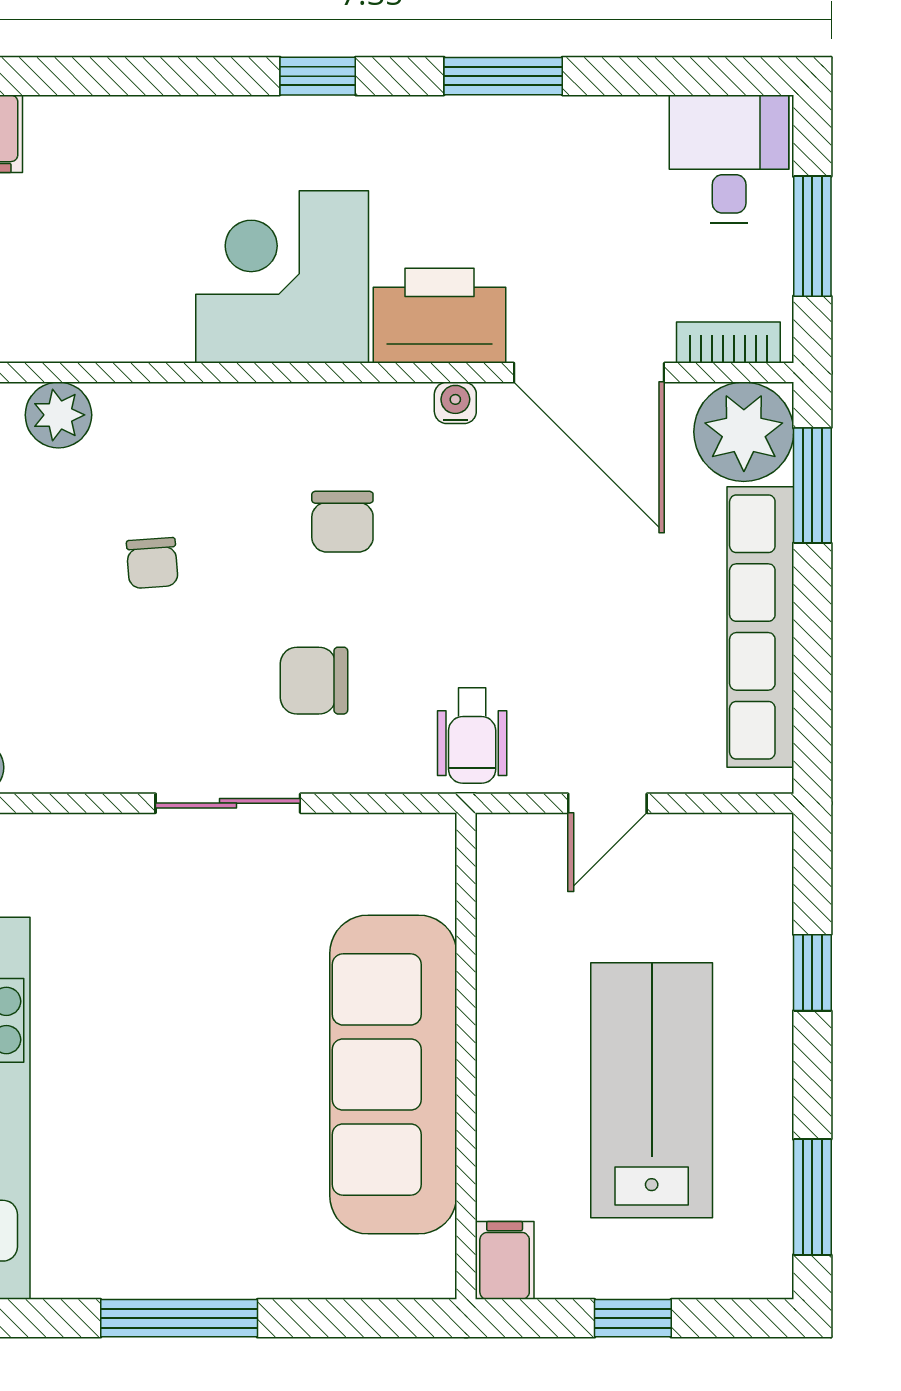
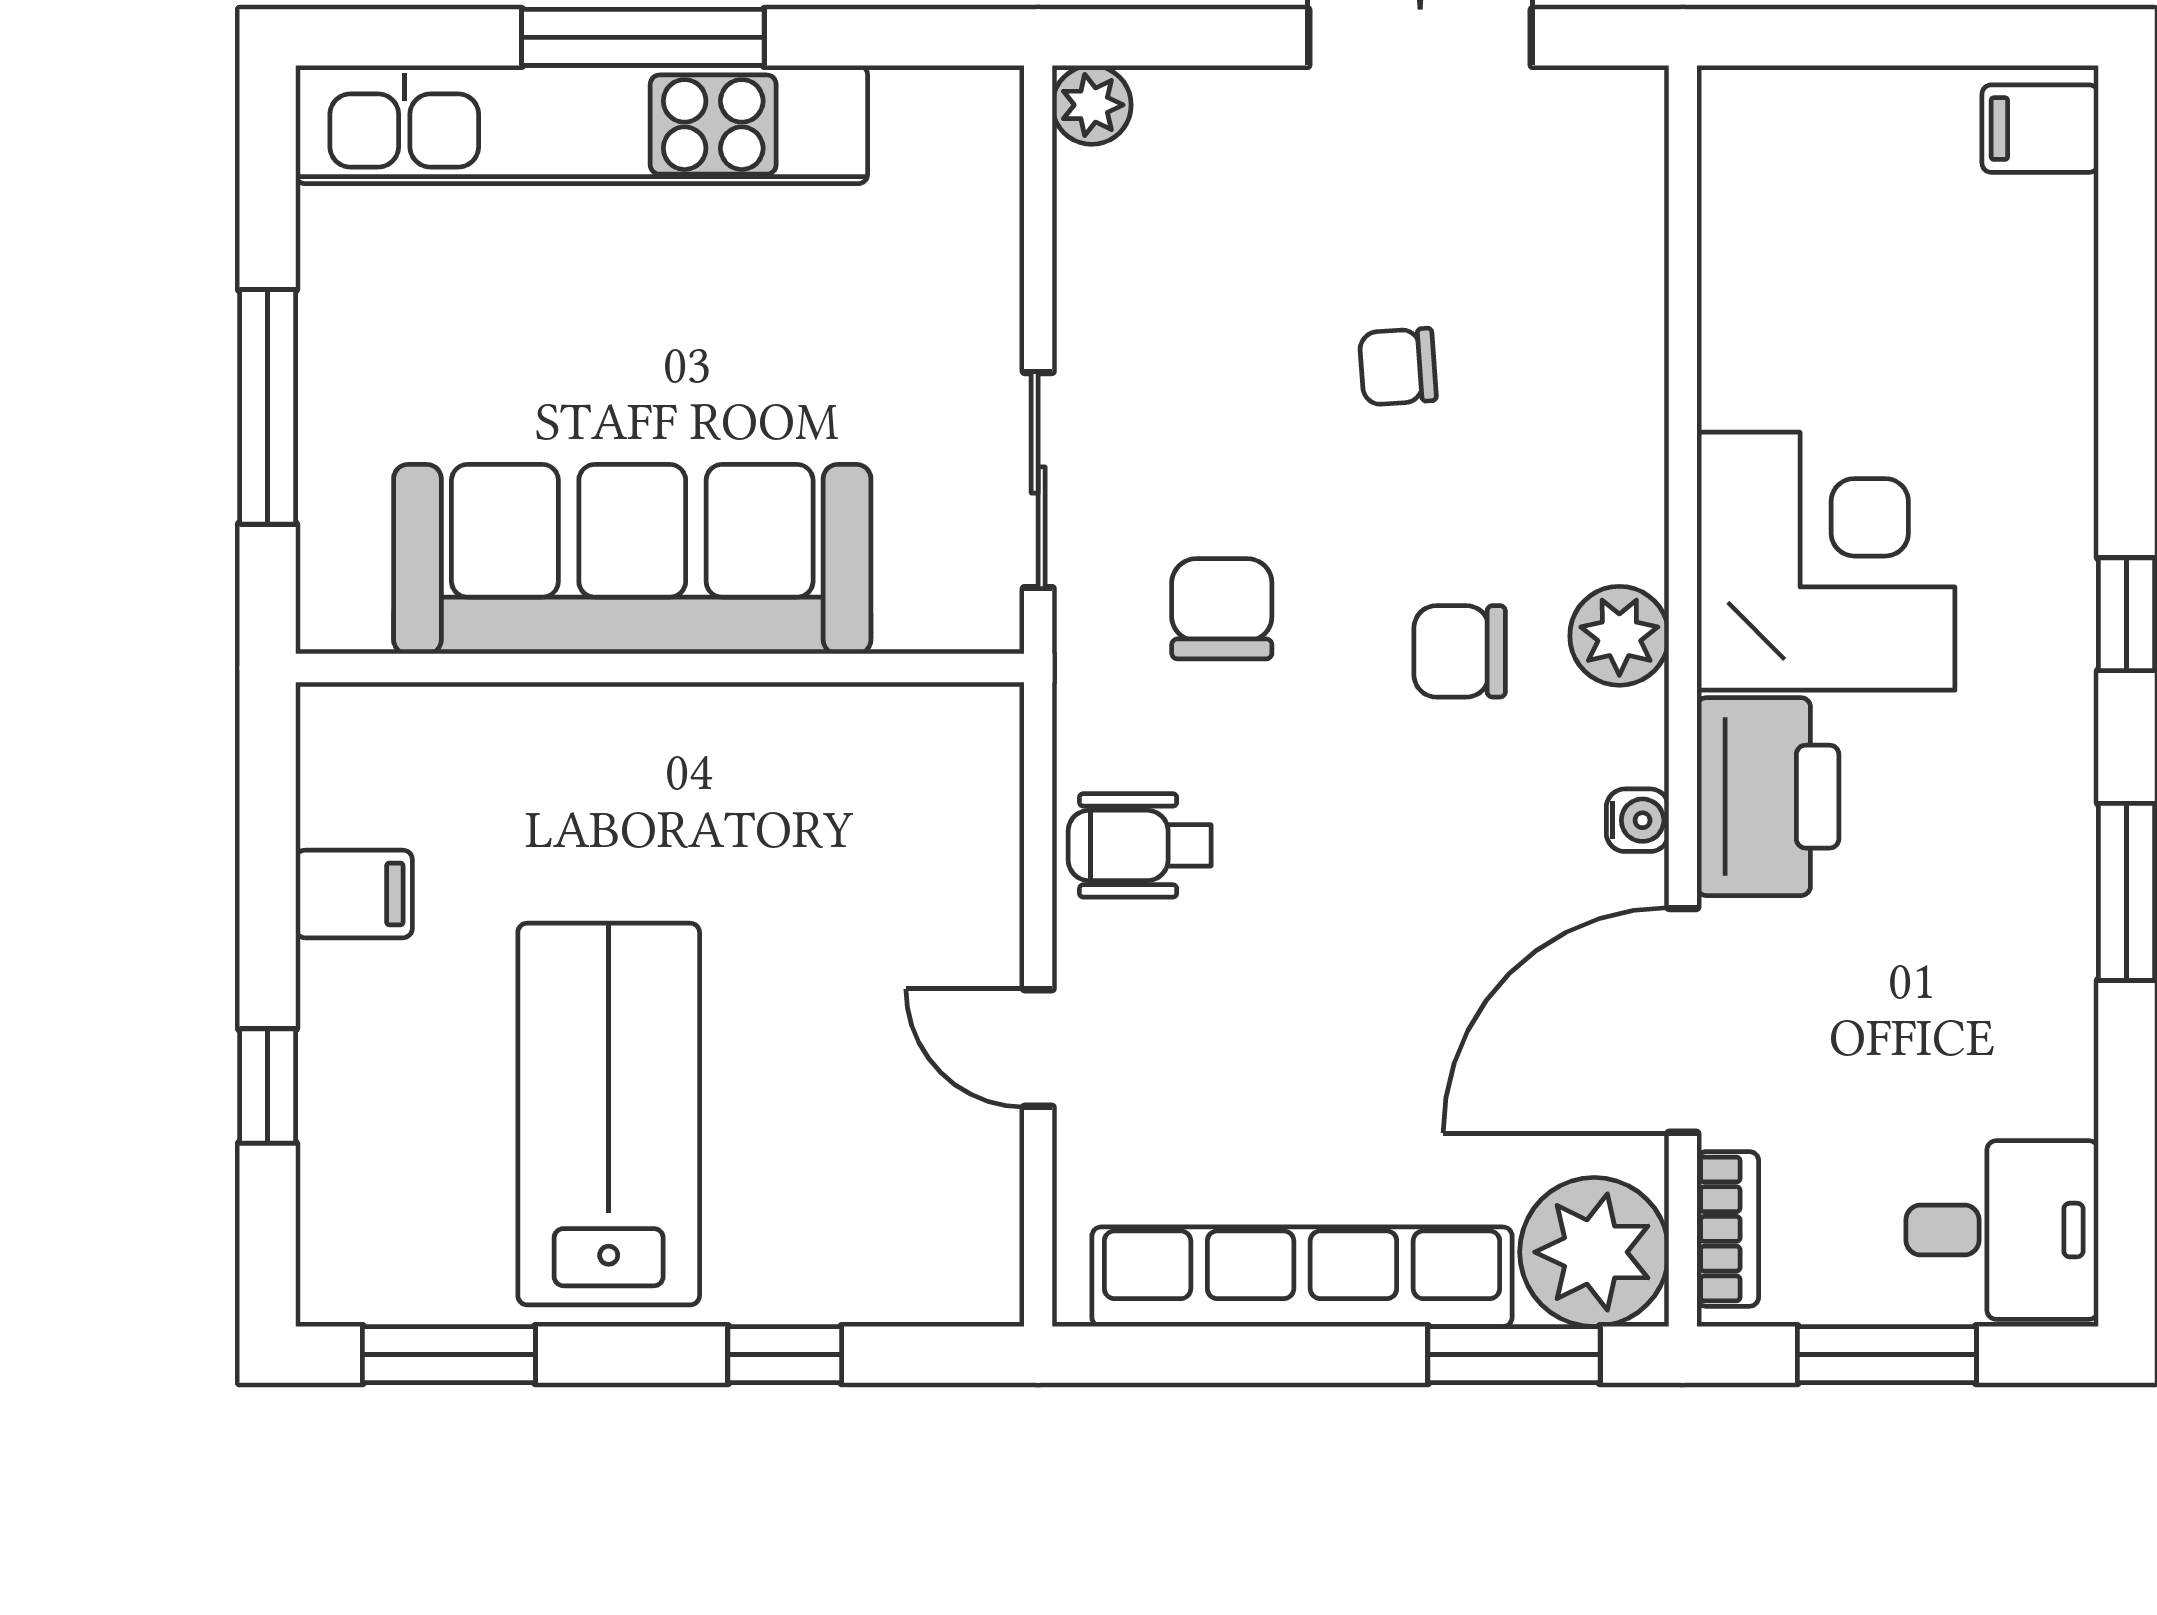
plant: (58, 415) -> (1619, 636), moved
wall: (466, 1056) -> (660, 668), moved
sofa: (393, 1074) -> (632, 559), moved
lab bench: (652, 1090) -> (609, 1114), turned -90

